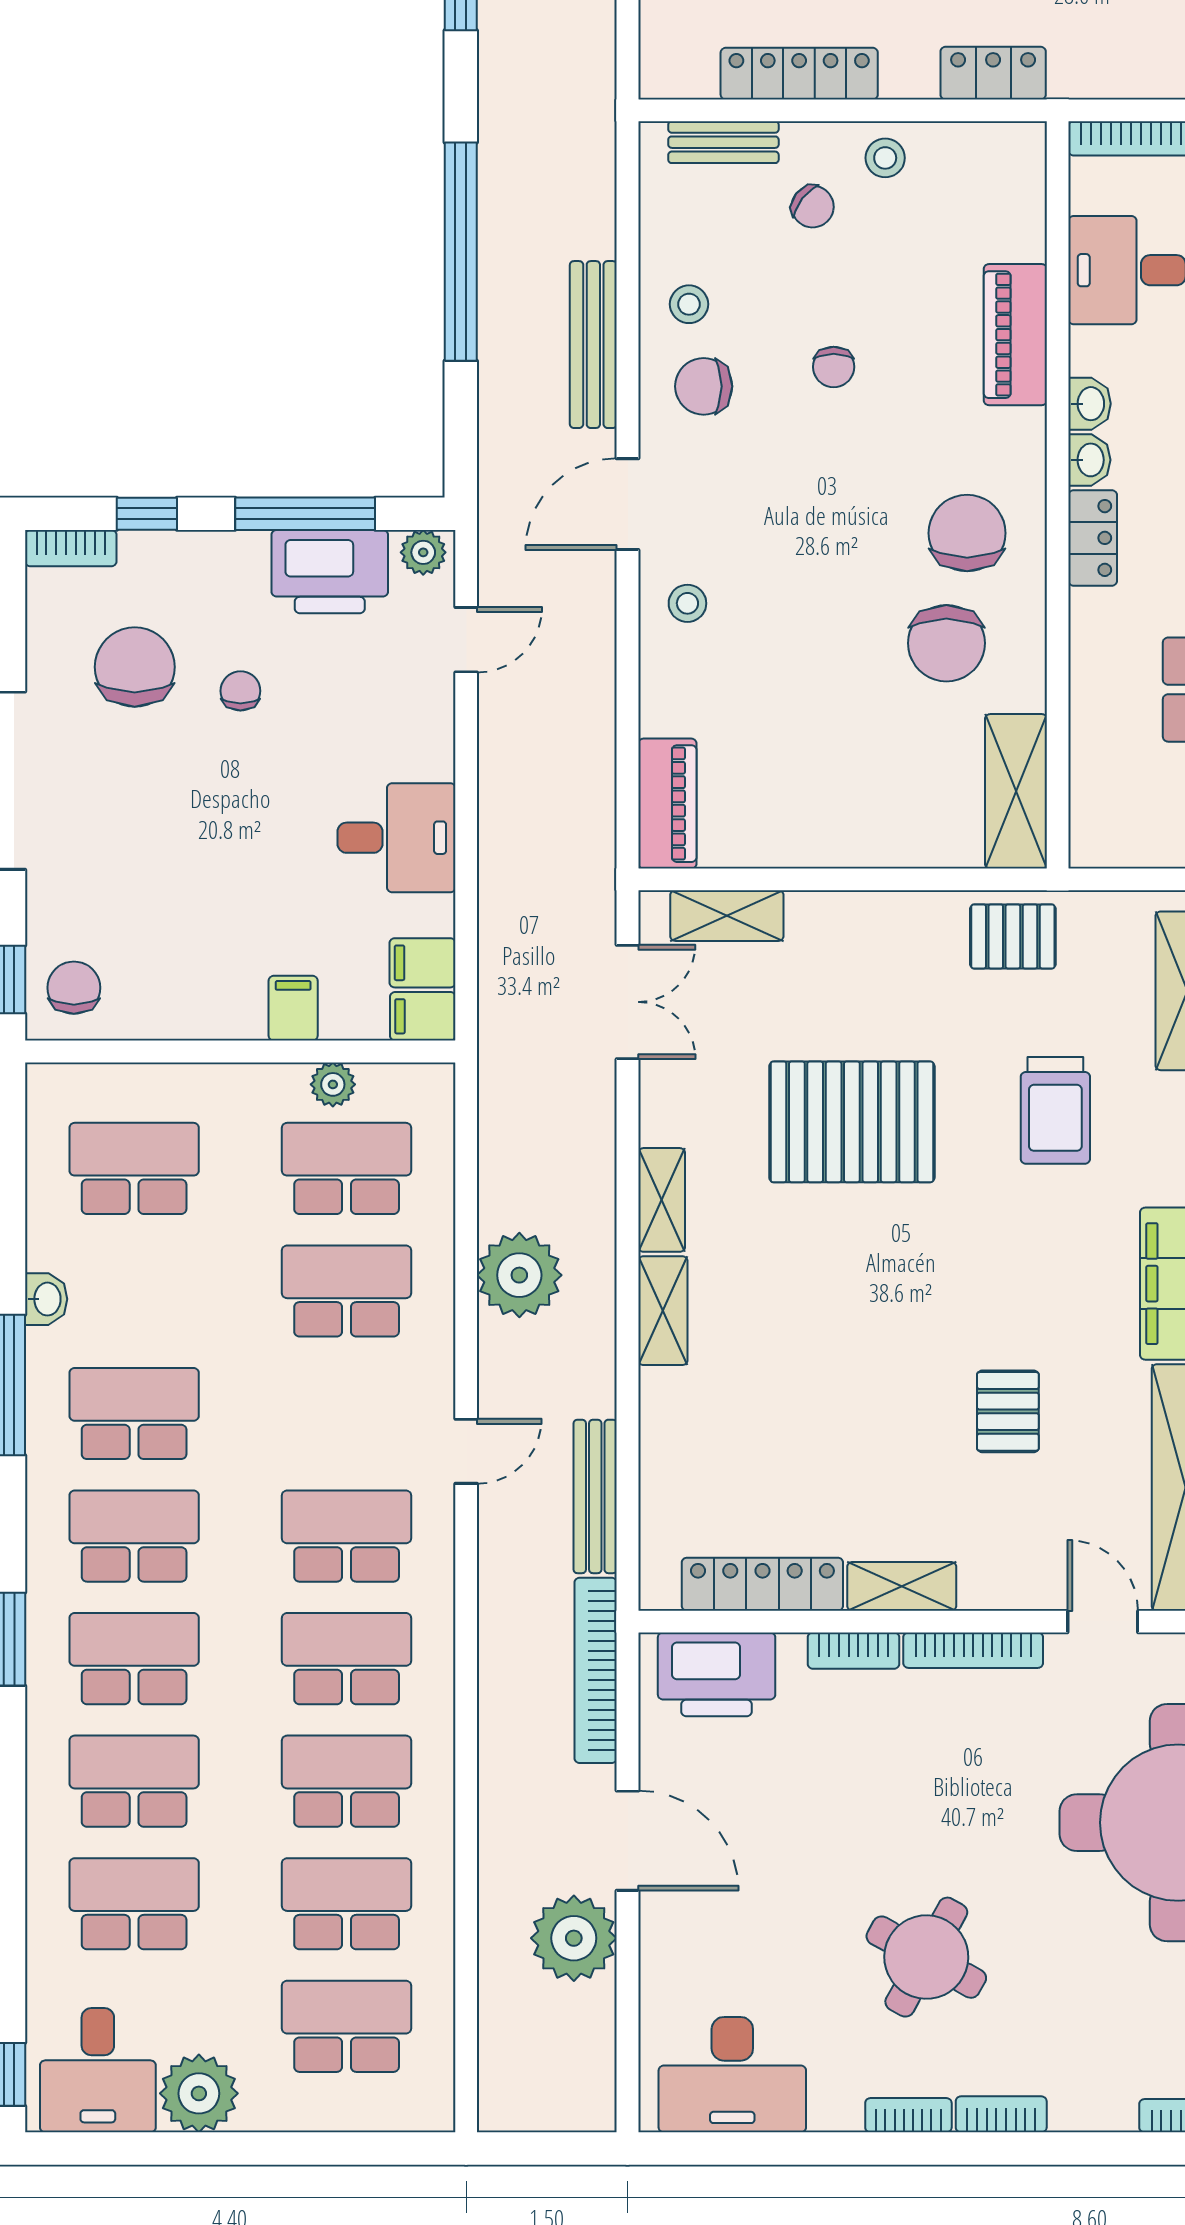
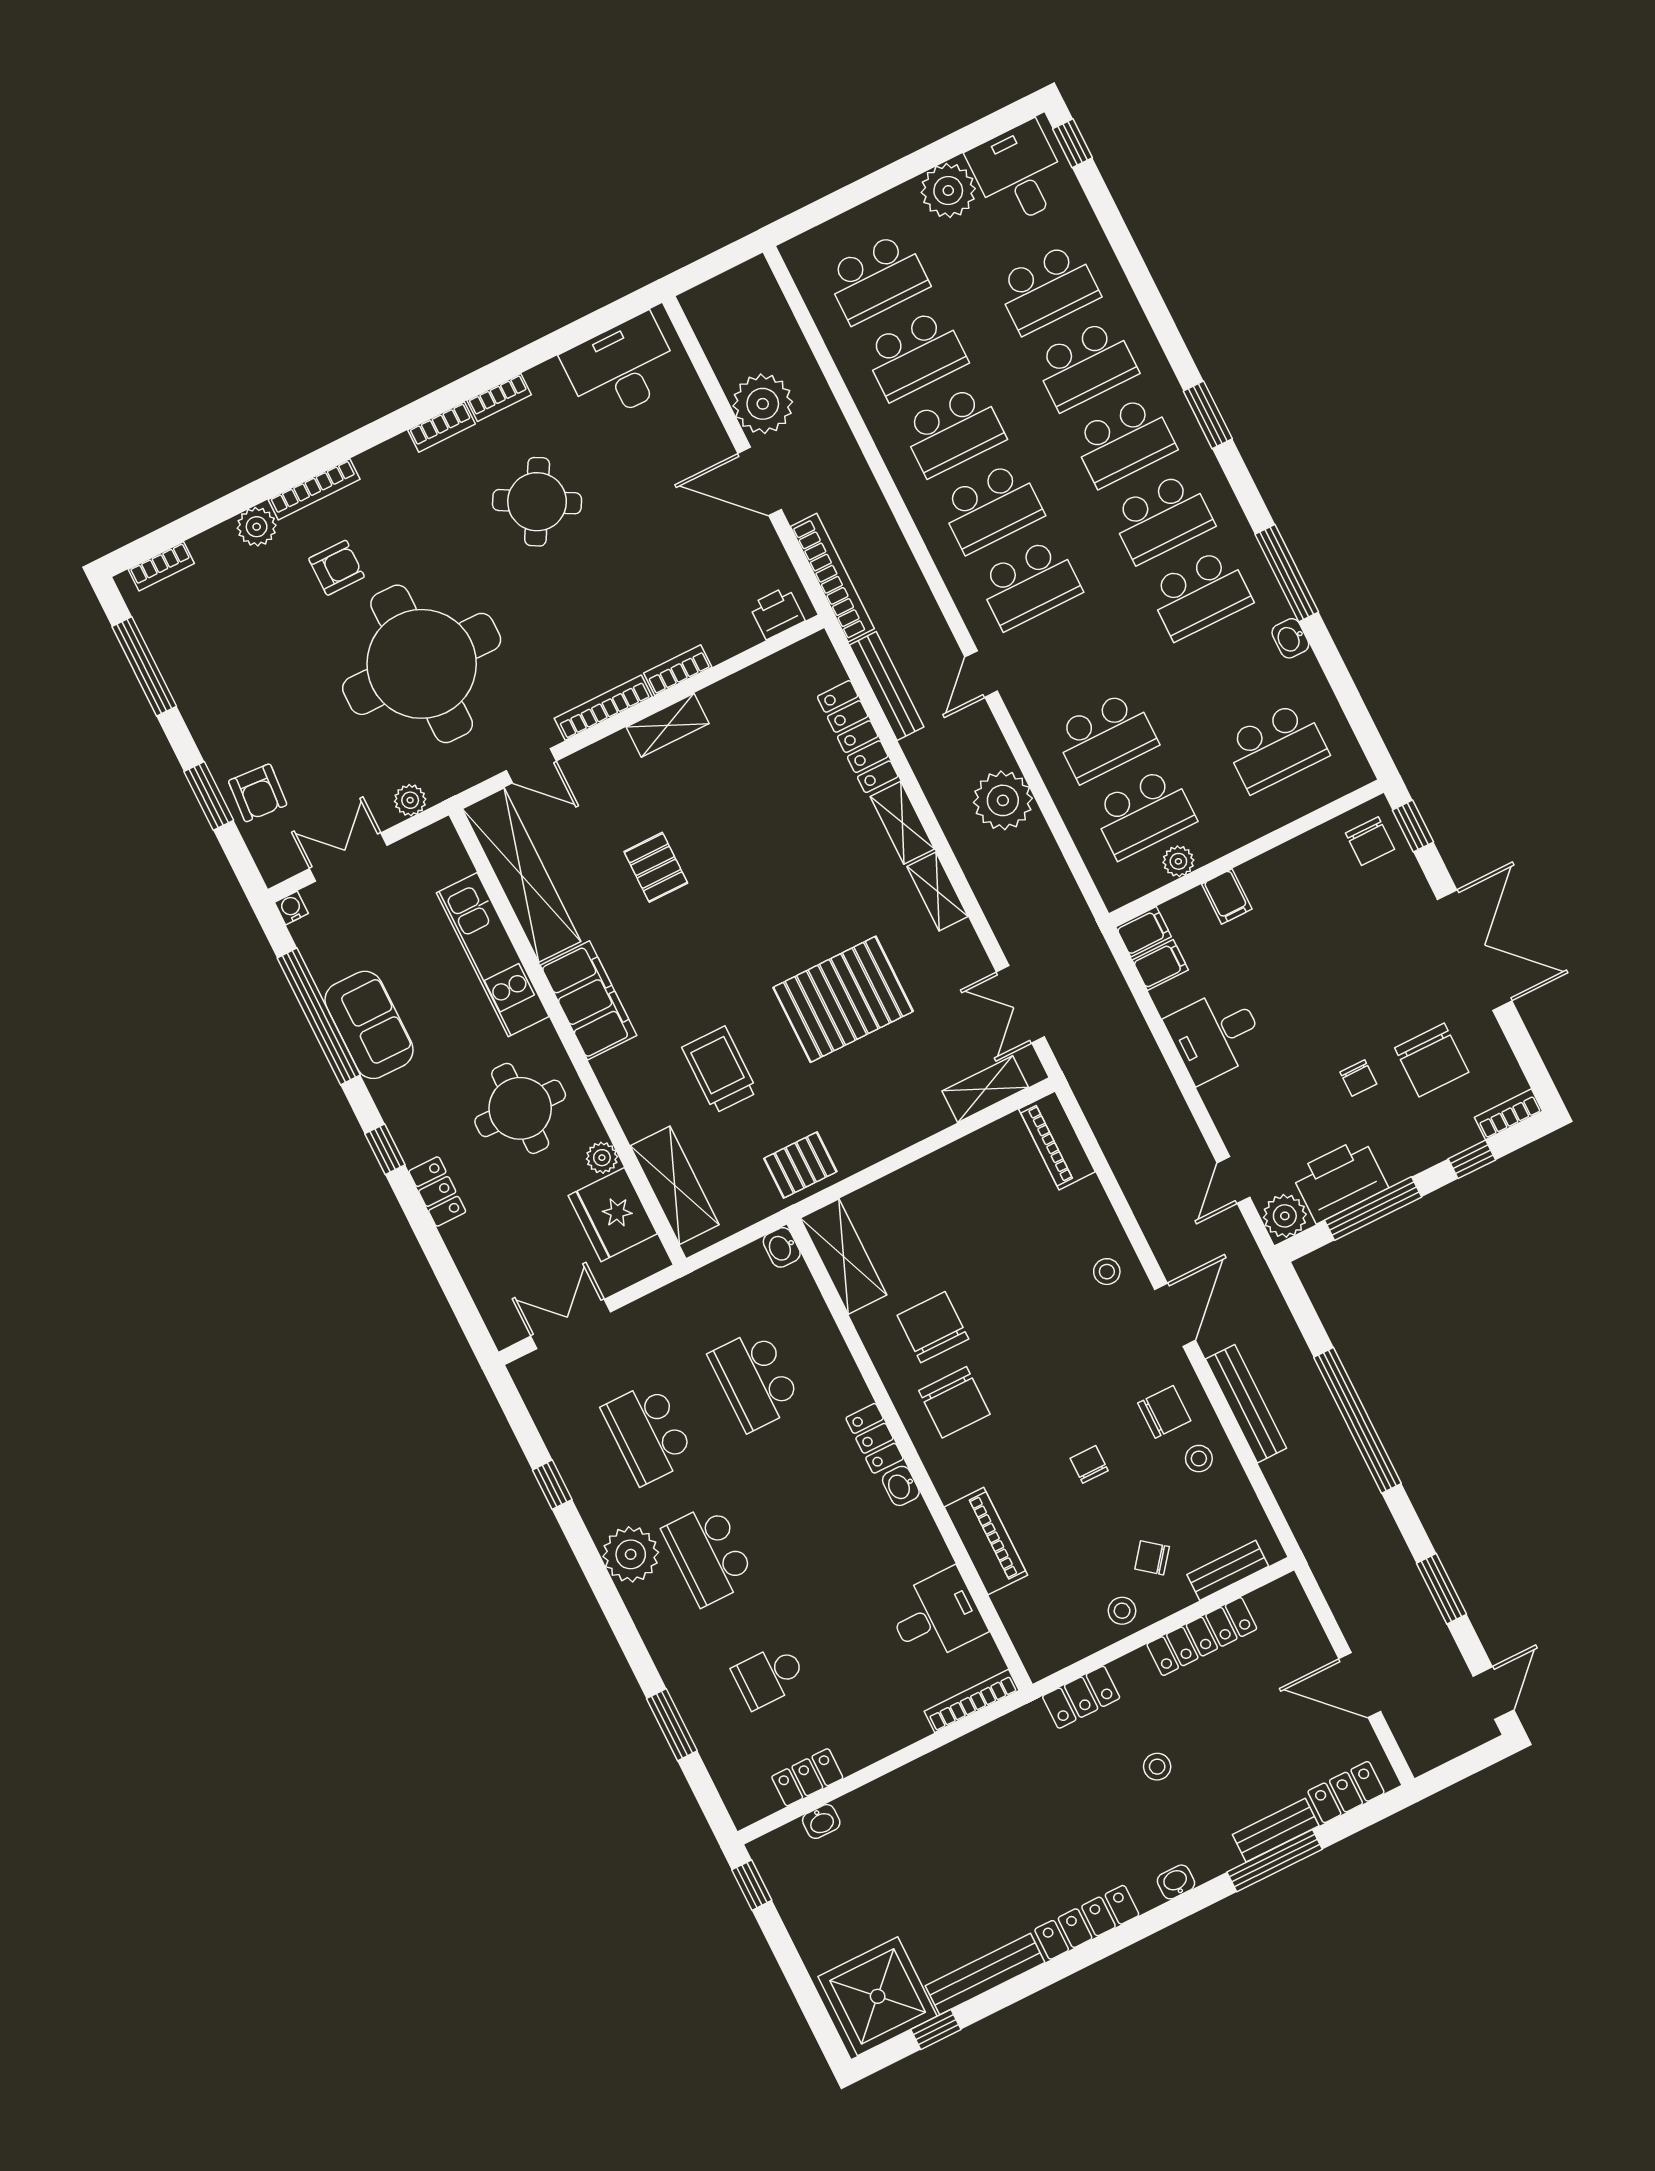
washbasin: (1090, 404) -> (782, 1247), moved
plant: (423, 552) -> (1285, 1216), width x1.38, depth x1.38
locker: (762, 1584) -> (858, 737), moved, turned 90
printer: (717, 1674) -> (777, 613), width x0.53, depth x0.68

